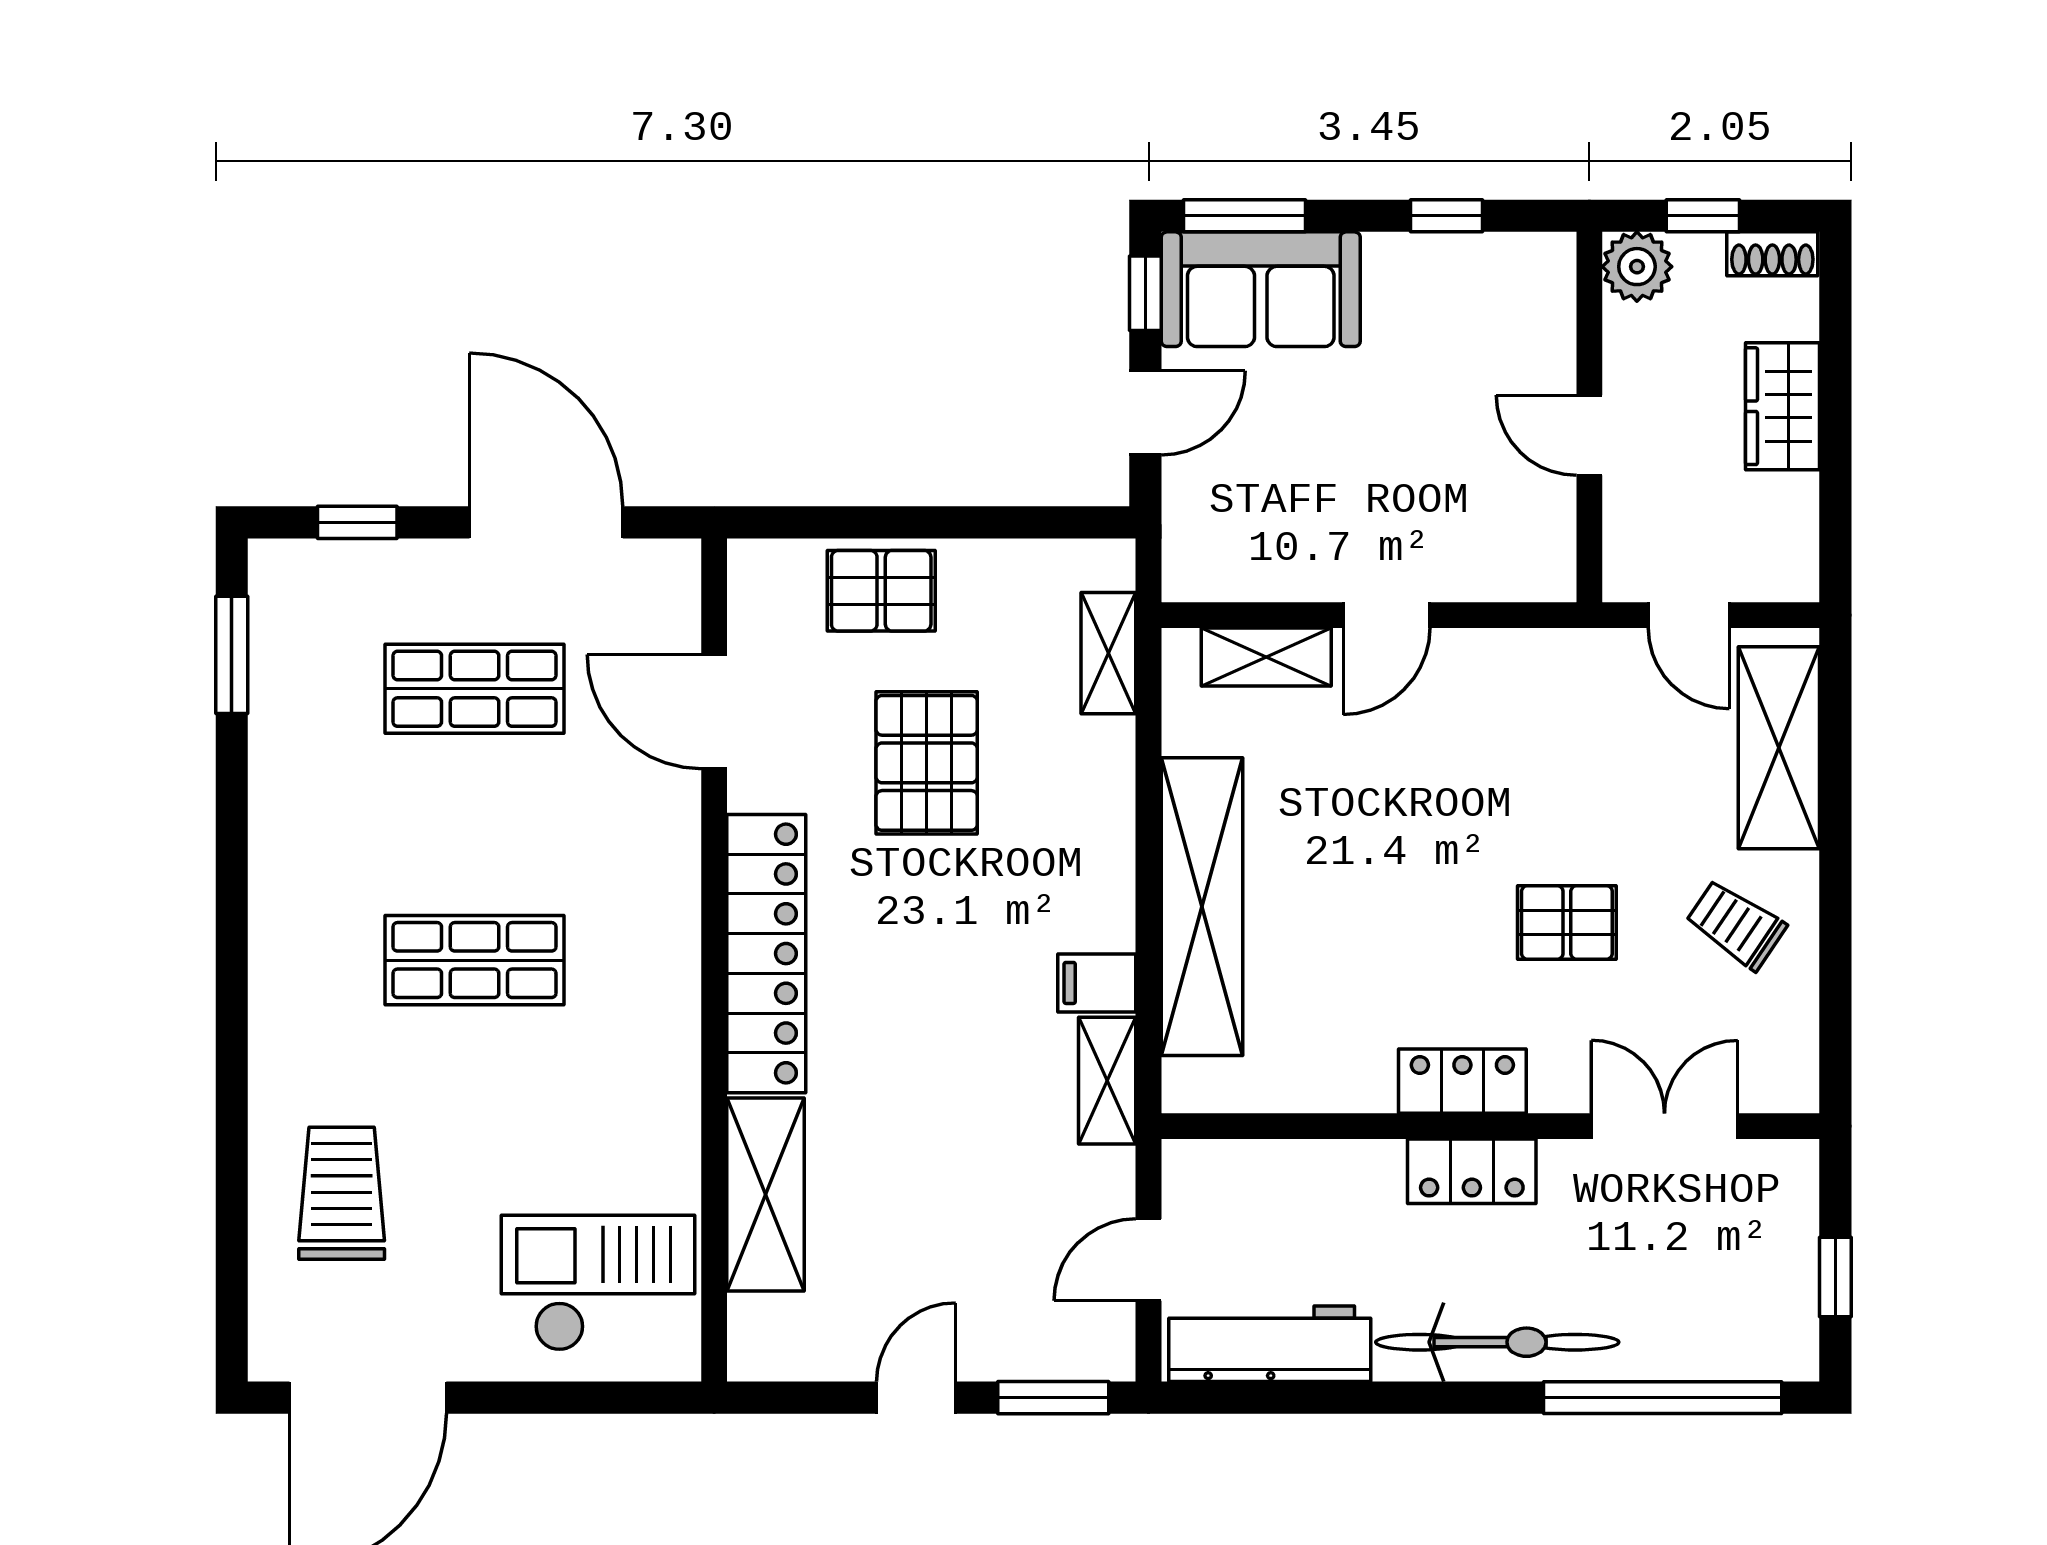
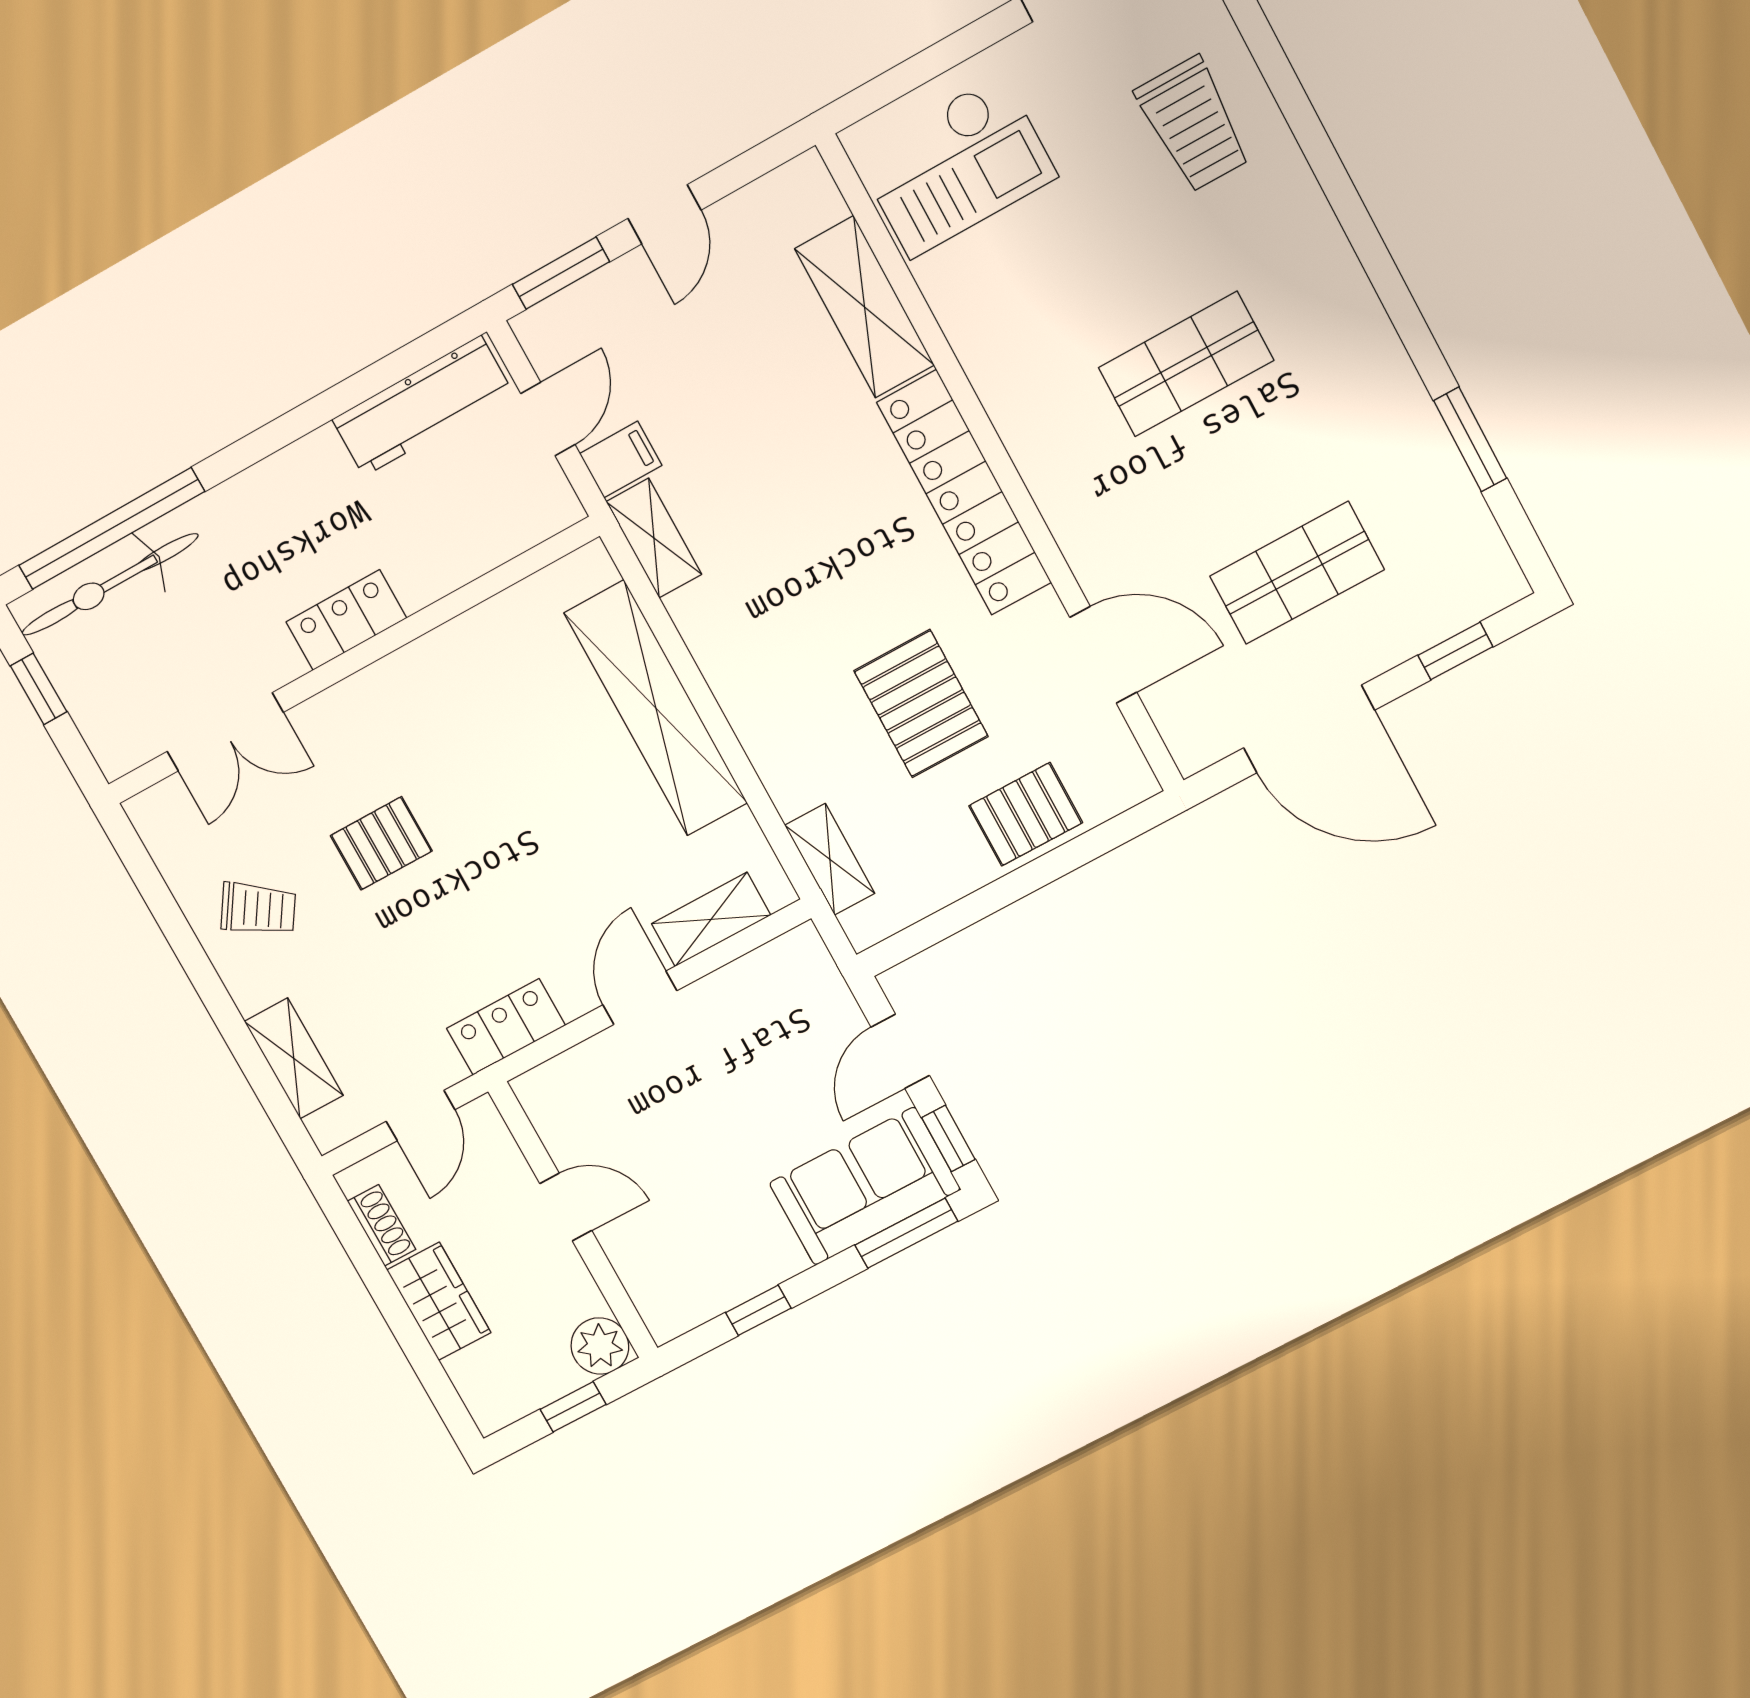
shoe rack: (1772, 254) -> (382, 1225), moved, turned 90
door: (1689, 615) -> (421, 1115), swing flipped
window: (232, 655) -> (1470, 439), moved
shelving: (1779, 748) -> (294, 1058), width x0.67, depth x0.75
filing cabinet: (1097, 983) -> (621, 459), moved
locker: (1462, 1081) -> (506, 1027), moved, turned 180
bicycle: (1497, 1342) -> (110, 584), moved

